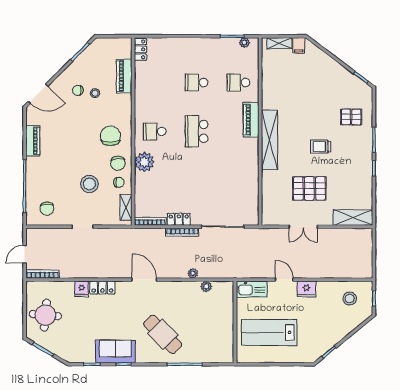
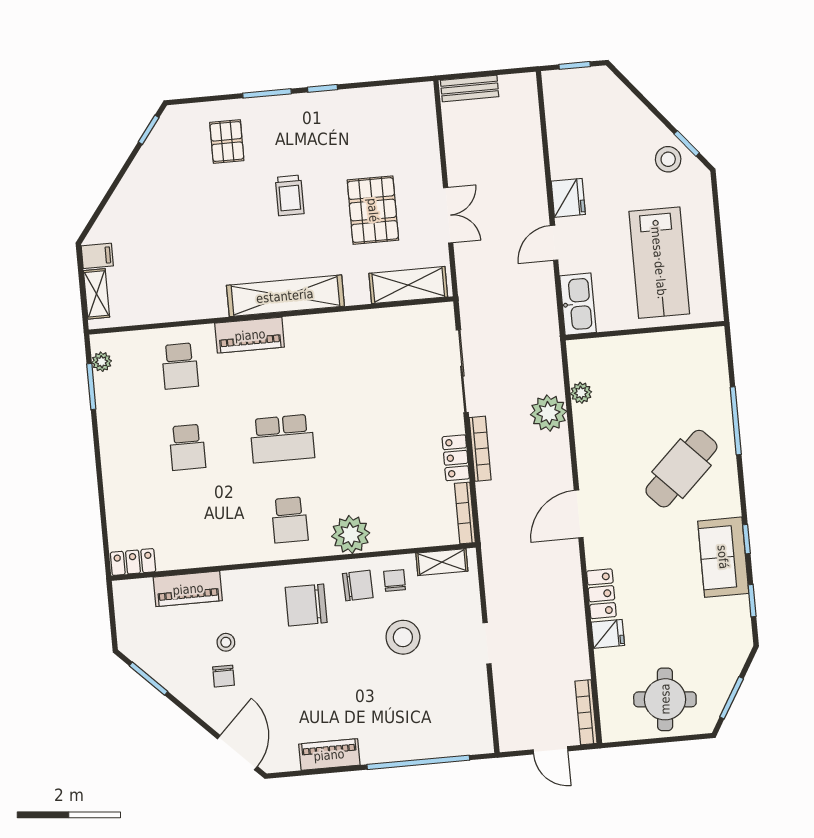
chair: (47, 209) -> (458, 715), removed
shelving: (353, 218) -> (408, 285), moved, turned 90
bench: (367, 244) -> (470, 88), added
plant: (193, 273) -> (549, 413), width x1.87, depth x1.87
stool: (350, 299) -> (668, 159), moved

